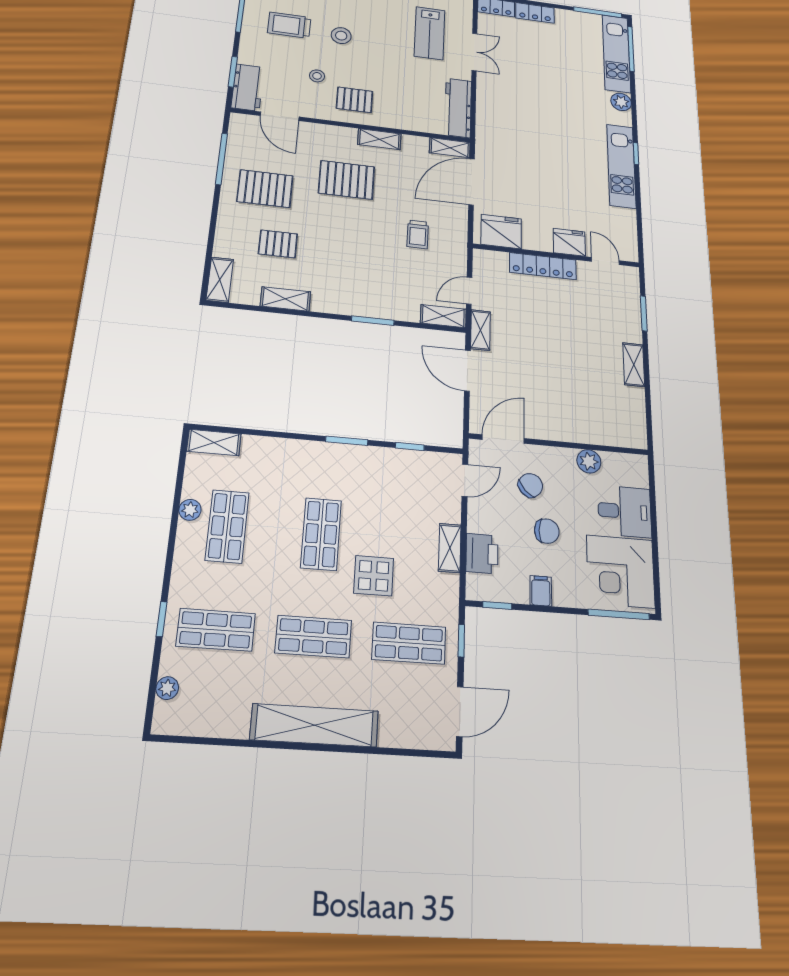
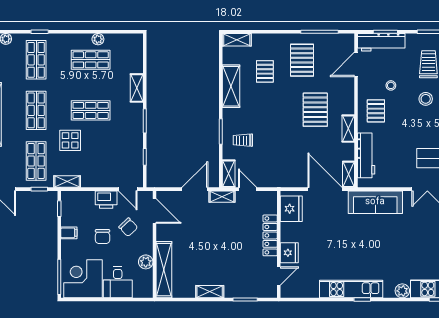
workbench: (248, 87) -> (381, 42), width x1.37
workbench: (458, 108) -> (366, 155), moved, turned 90
sofa: (493, 119) -> (375, 202), added
trolley: (418, 234) -> (243, 140), moved
shelving: (285, 299) -> (231, 86), width x1.50, depth x1.33
shelving: (601, 433) -> (164, 270), added
shelving: (214, 443) -> (137, 88), moved
shelving: (450, 548) -> (67, 181), moved
printer: (482, 554) -> (106, 200), moved

